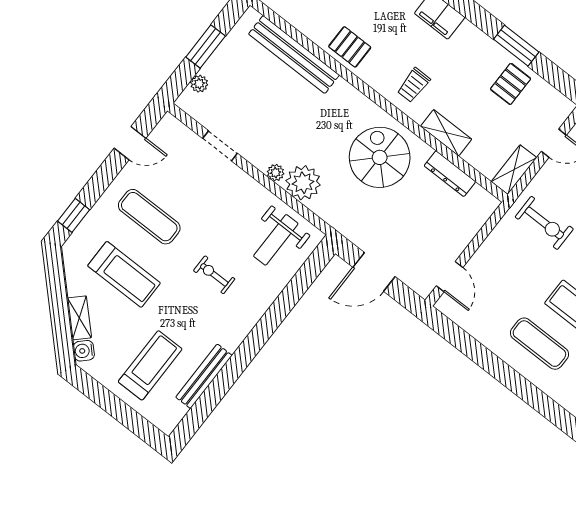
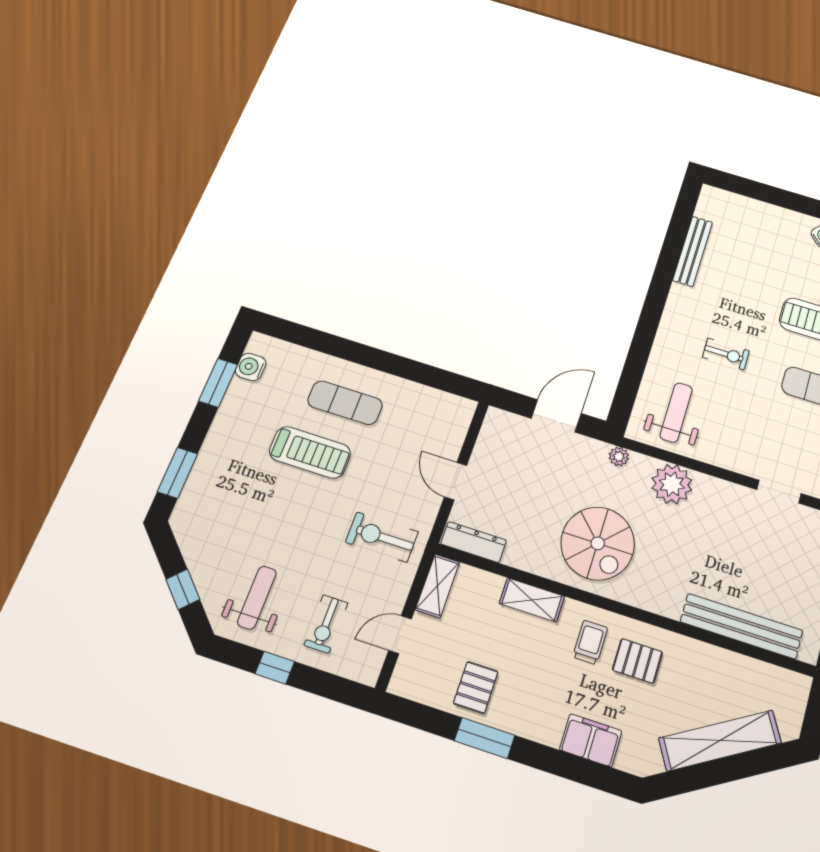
pallet: (350, 47) -> (637, 661), moved
plant: (276, 173) -> (619, 457), moved
dresser: (450, 174) -> (473, 542), moved
door: (450, 277) -> (456, 481), moved
treadmill: (150, 365) -> (751, 244), removed

